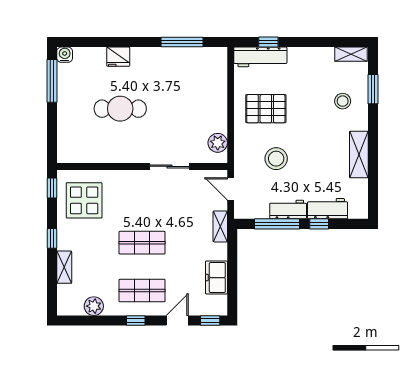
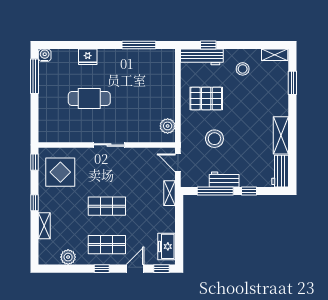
stool: (343, 101) -> (243, 69), moved
sliding door: (170, 166) -> (109, 145), moved
workbench: (328, 209) -> (280, 171), moved, turned -90
freezer: (216, 278) -> (167, 246), moved

